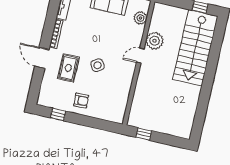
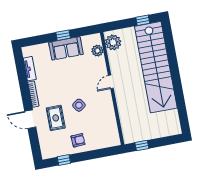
plant: (155, 41) -> (113, 42), moved
stairs: (195, 48) -> (156, 67), width x1.36

